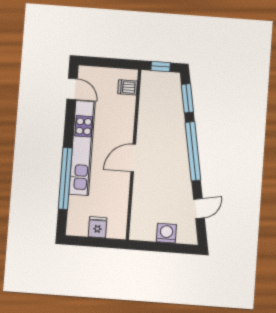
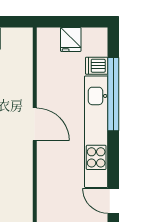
dishwasher: (128, 87) -> (97, 66), moved, turned 180
door: (133, 158) -> (35, 124), hinge flipped

